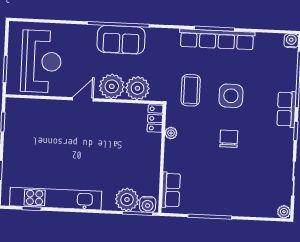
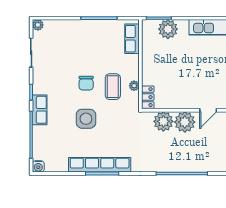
sofa: (121, 40) -> (179, 161), removed
coffee table: (191, 90) -> (113, 87), moved
water cooler: (148, 204) -> (151, 26), removed

